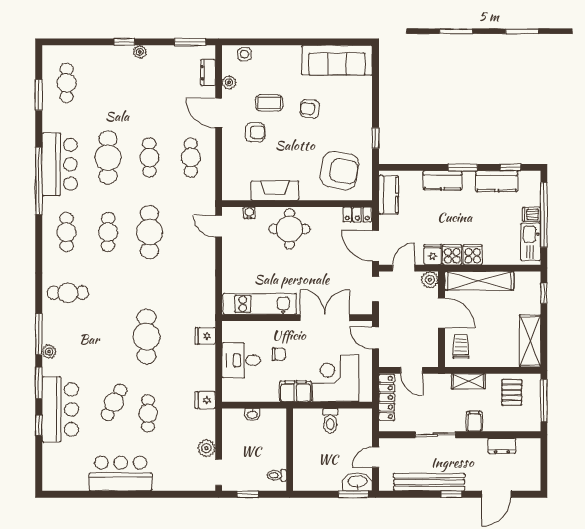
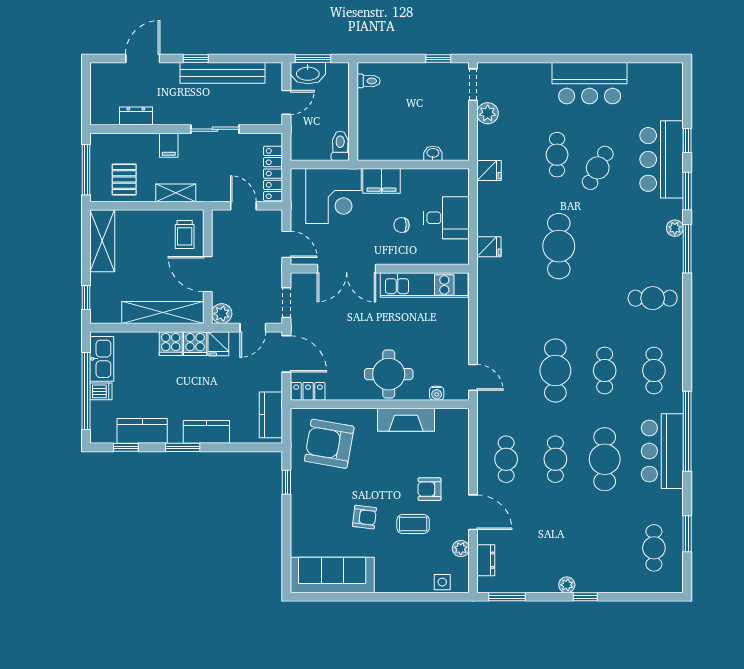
wall: (290, 450) -> (353, 111), moved
toilet: (277, 475) -> (369, 81), moved

